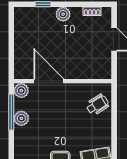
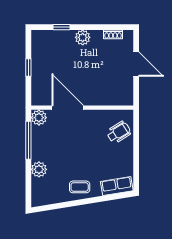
window: (11, 43) -> (28, 67), added
plant: (21, 118) -> (39, 169), moved

